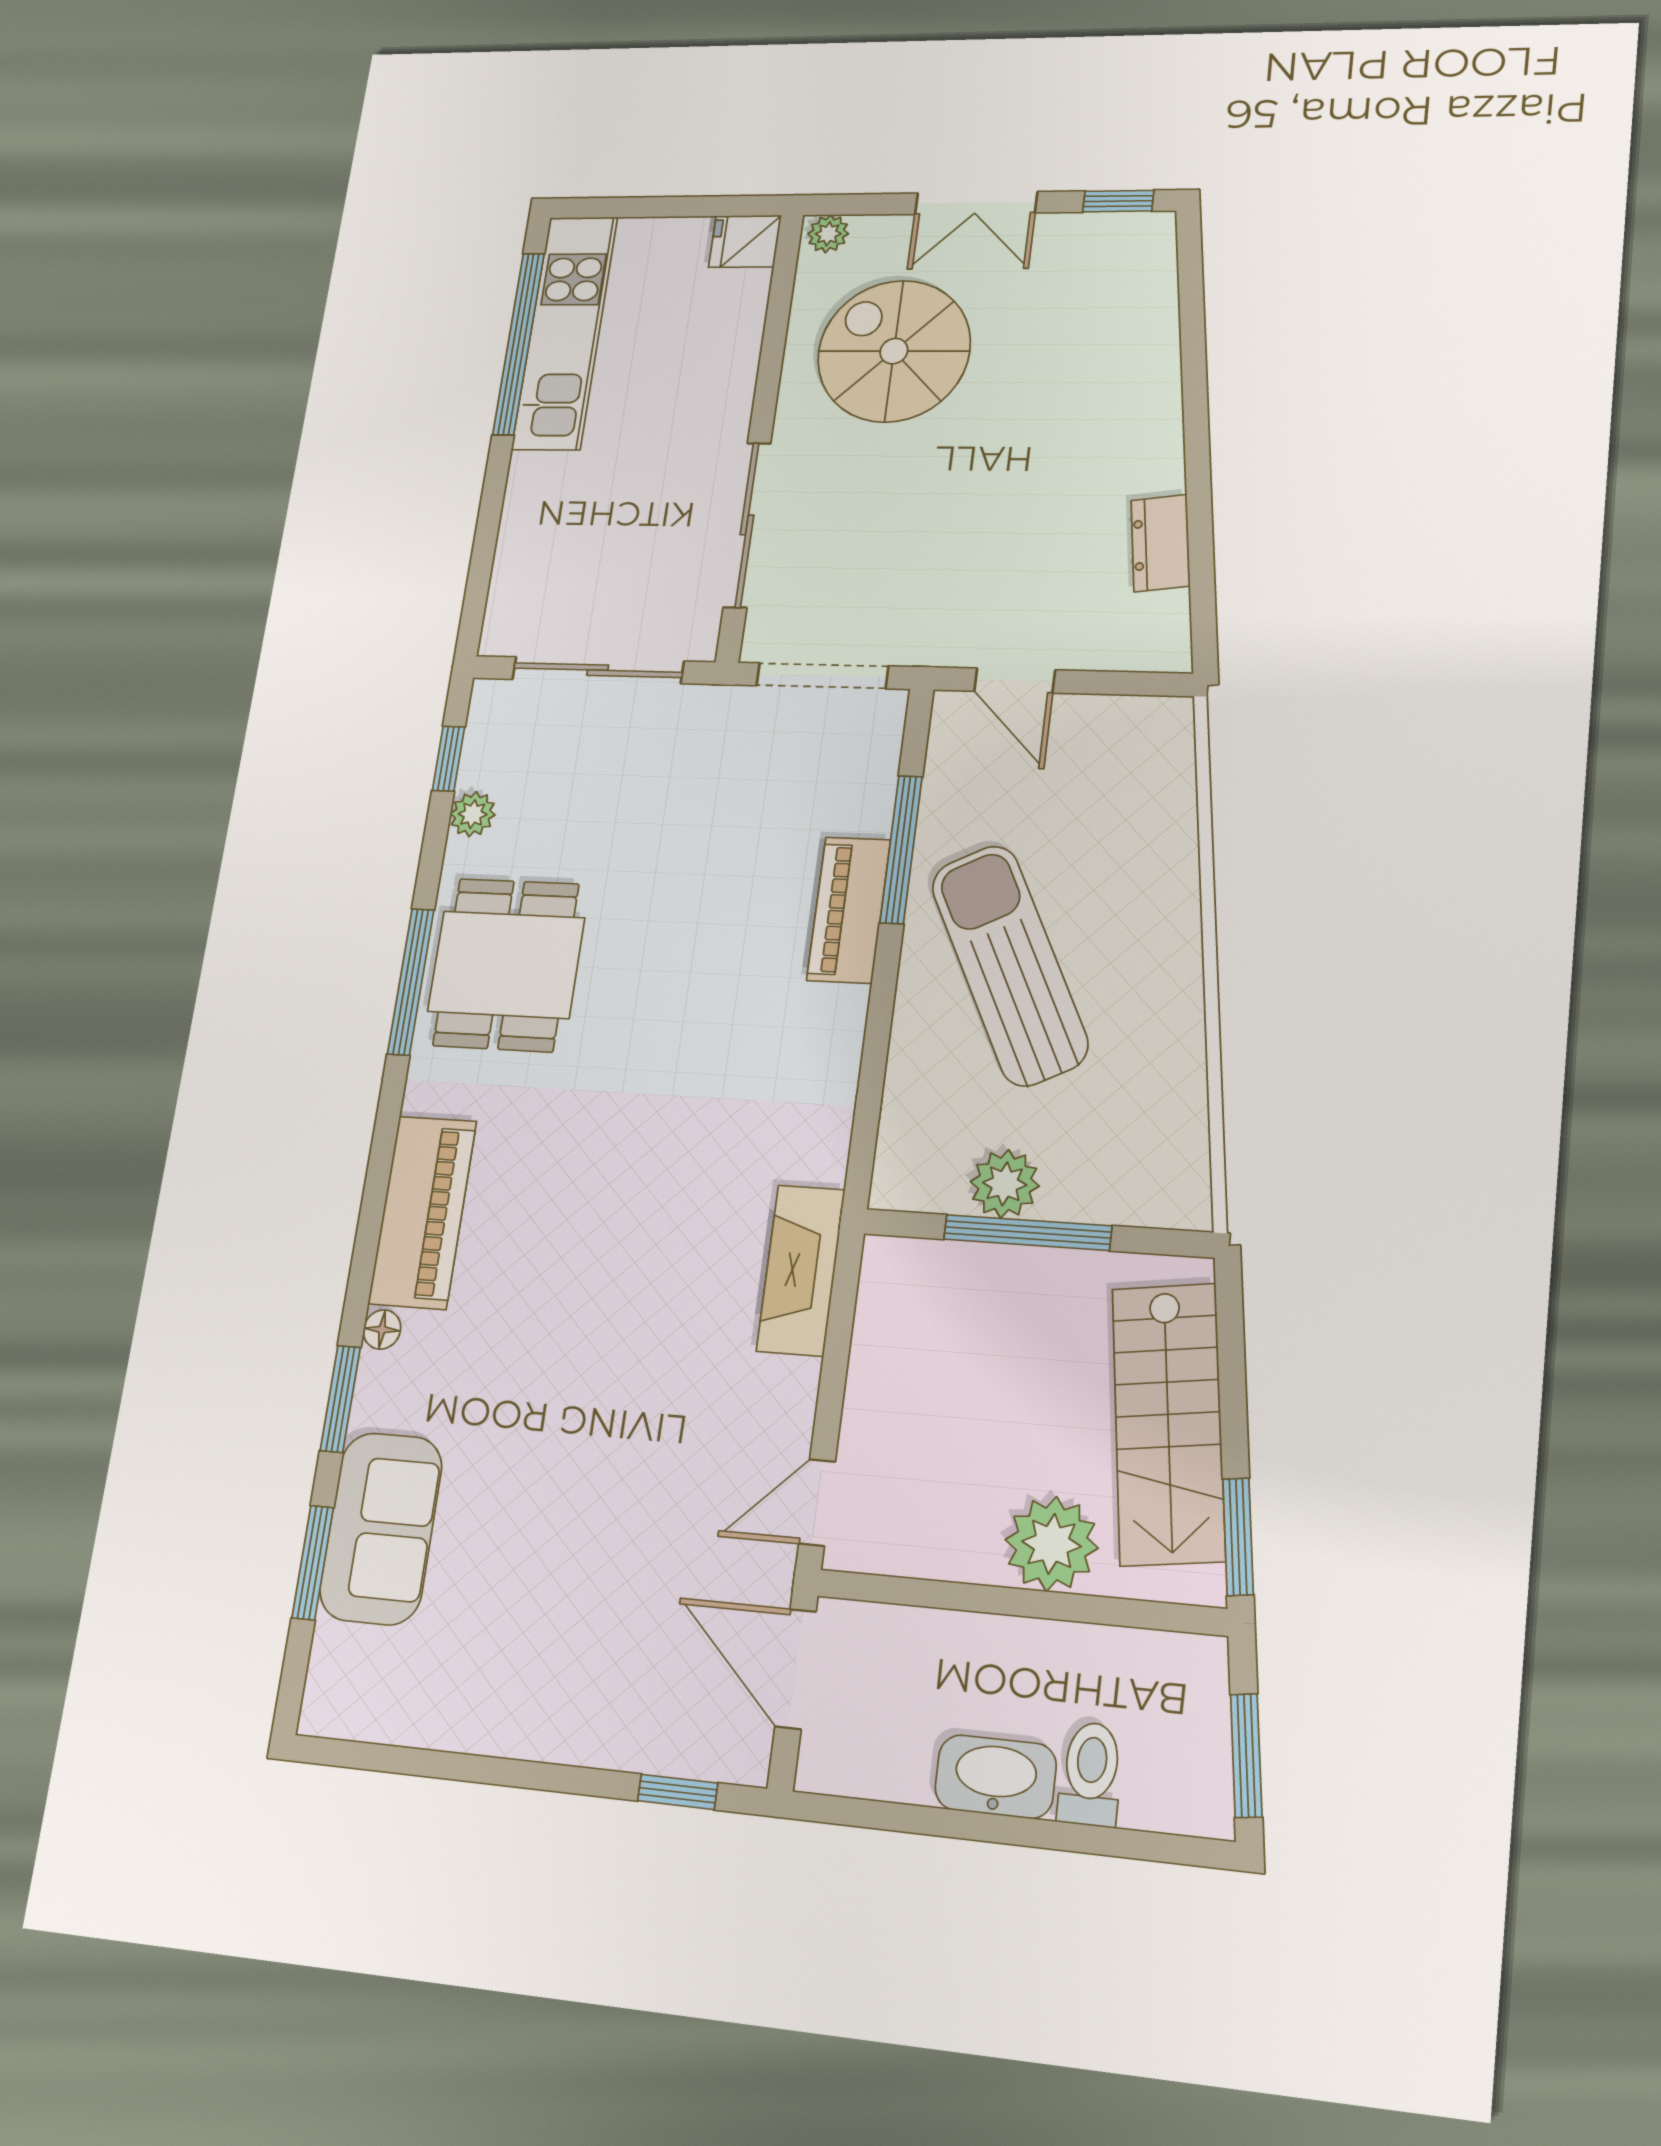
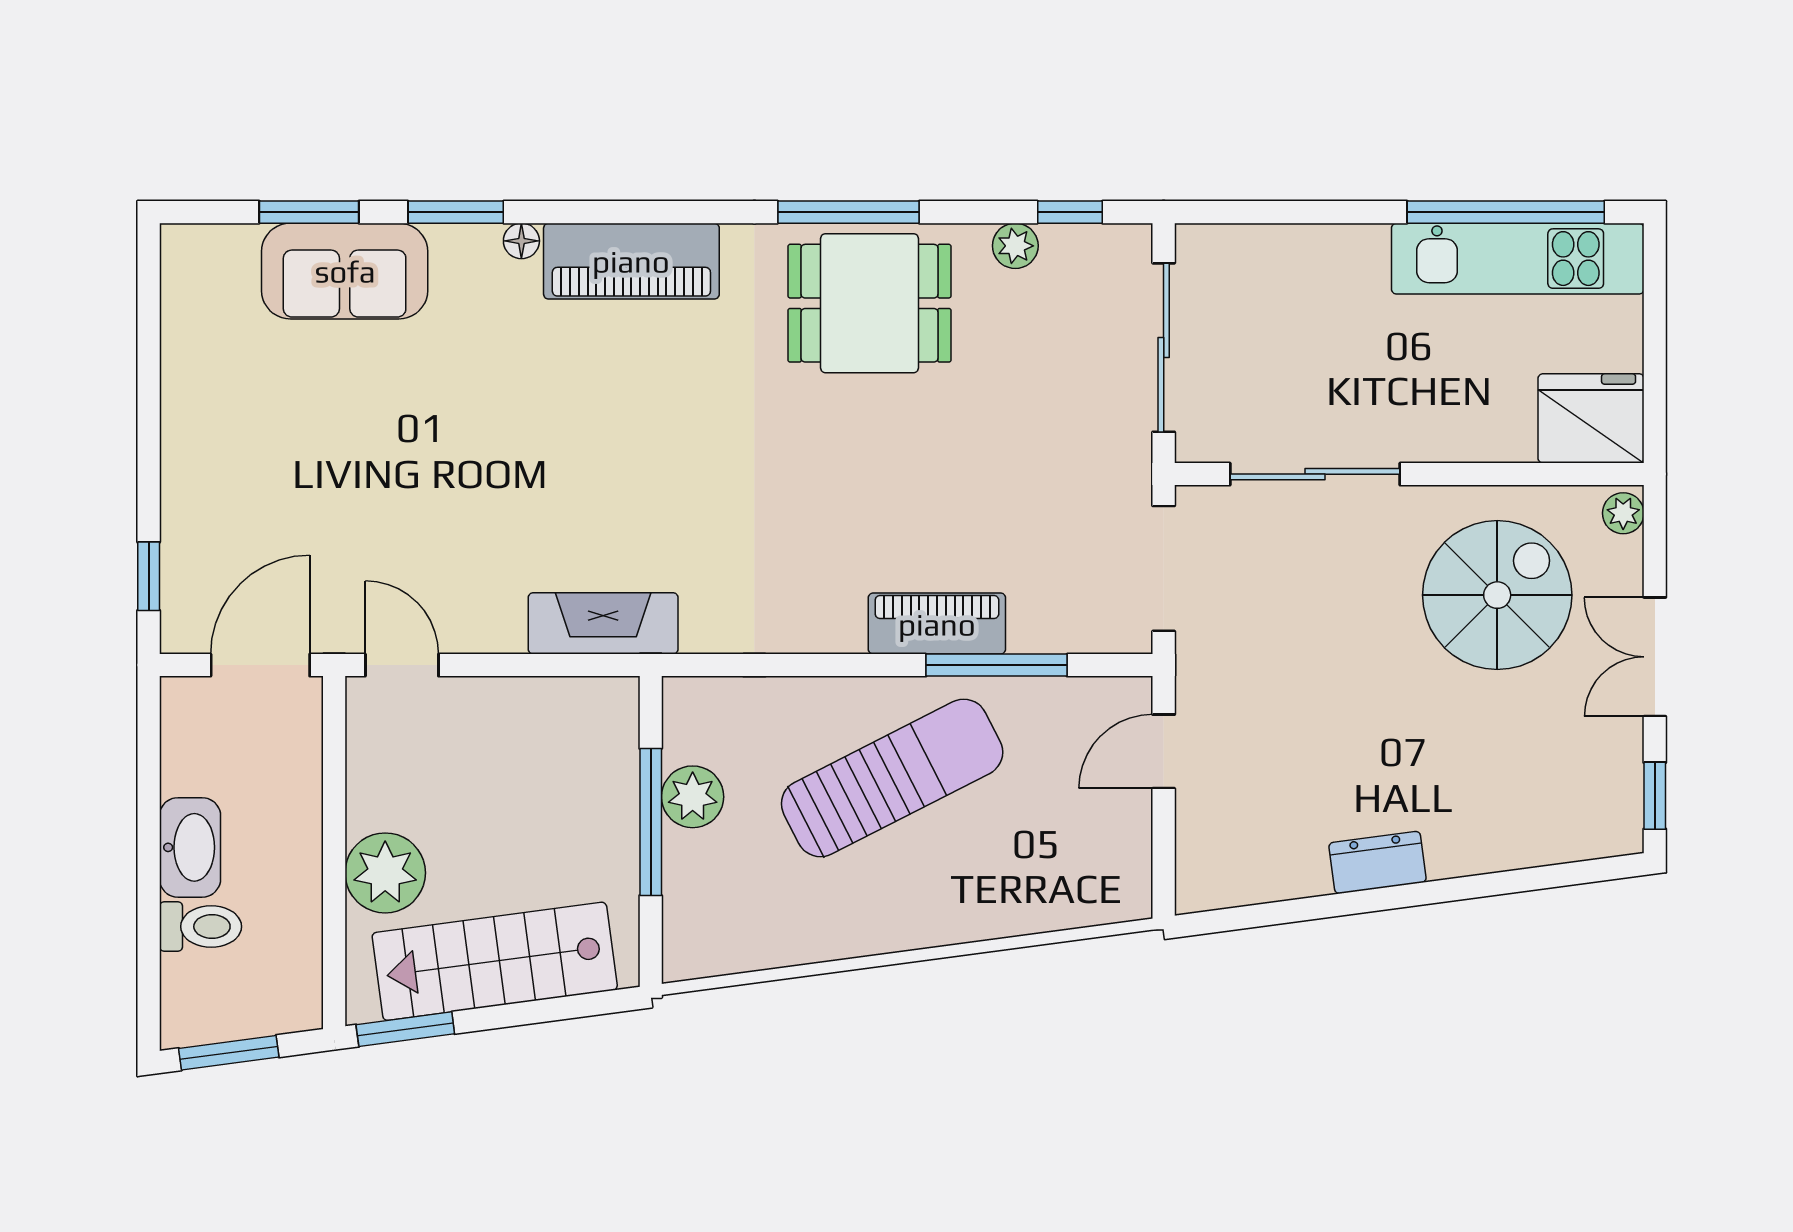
fridge: (745, 241) -> (1591, 418), width x1.88, depth x1.34
dresser: (1161, 543) -> (1377, 862), moved

